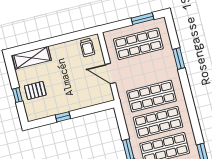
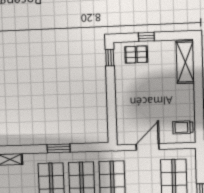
pallet: (35, 90) -> (136, 55), moved, turned 90
window: (63, 117) -> (110, 58), moved

